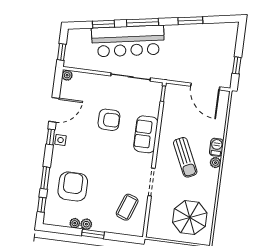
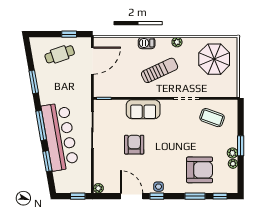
cafe table: (216, 52) -> (60, 54), added
plant: (215, 163) -> (177, 42), moved
armchair: (73, 186) -> (200, 170), turned 180

